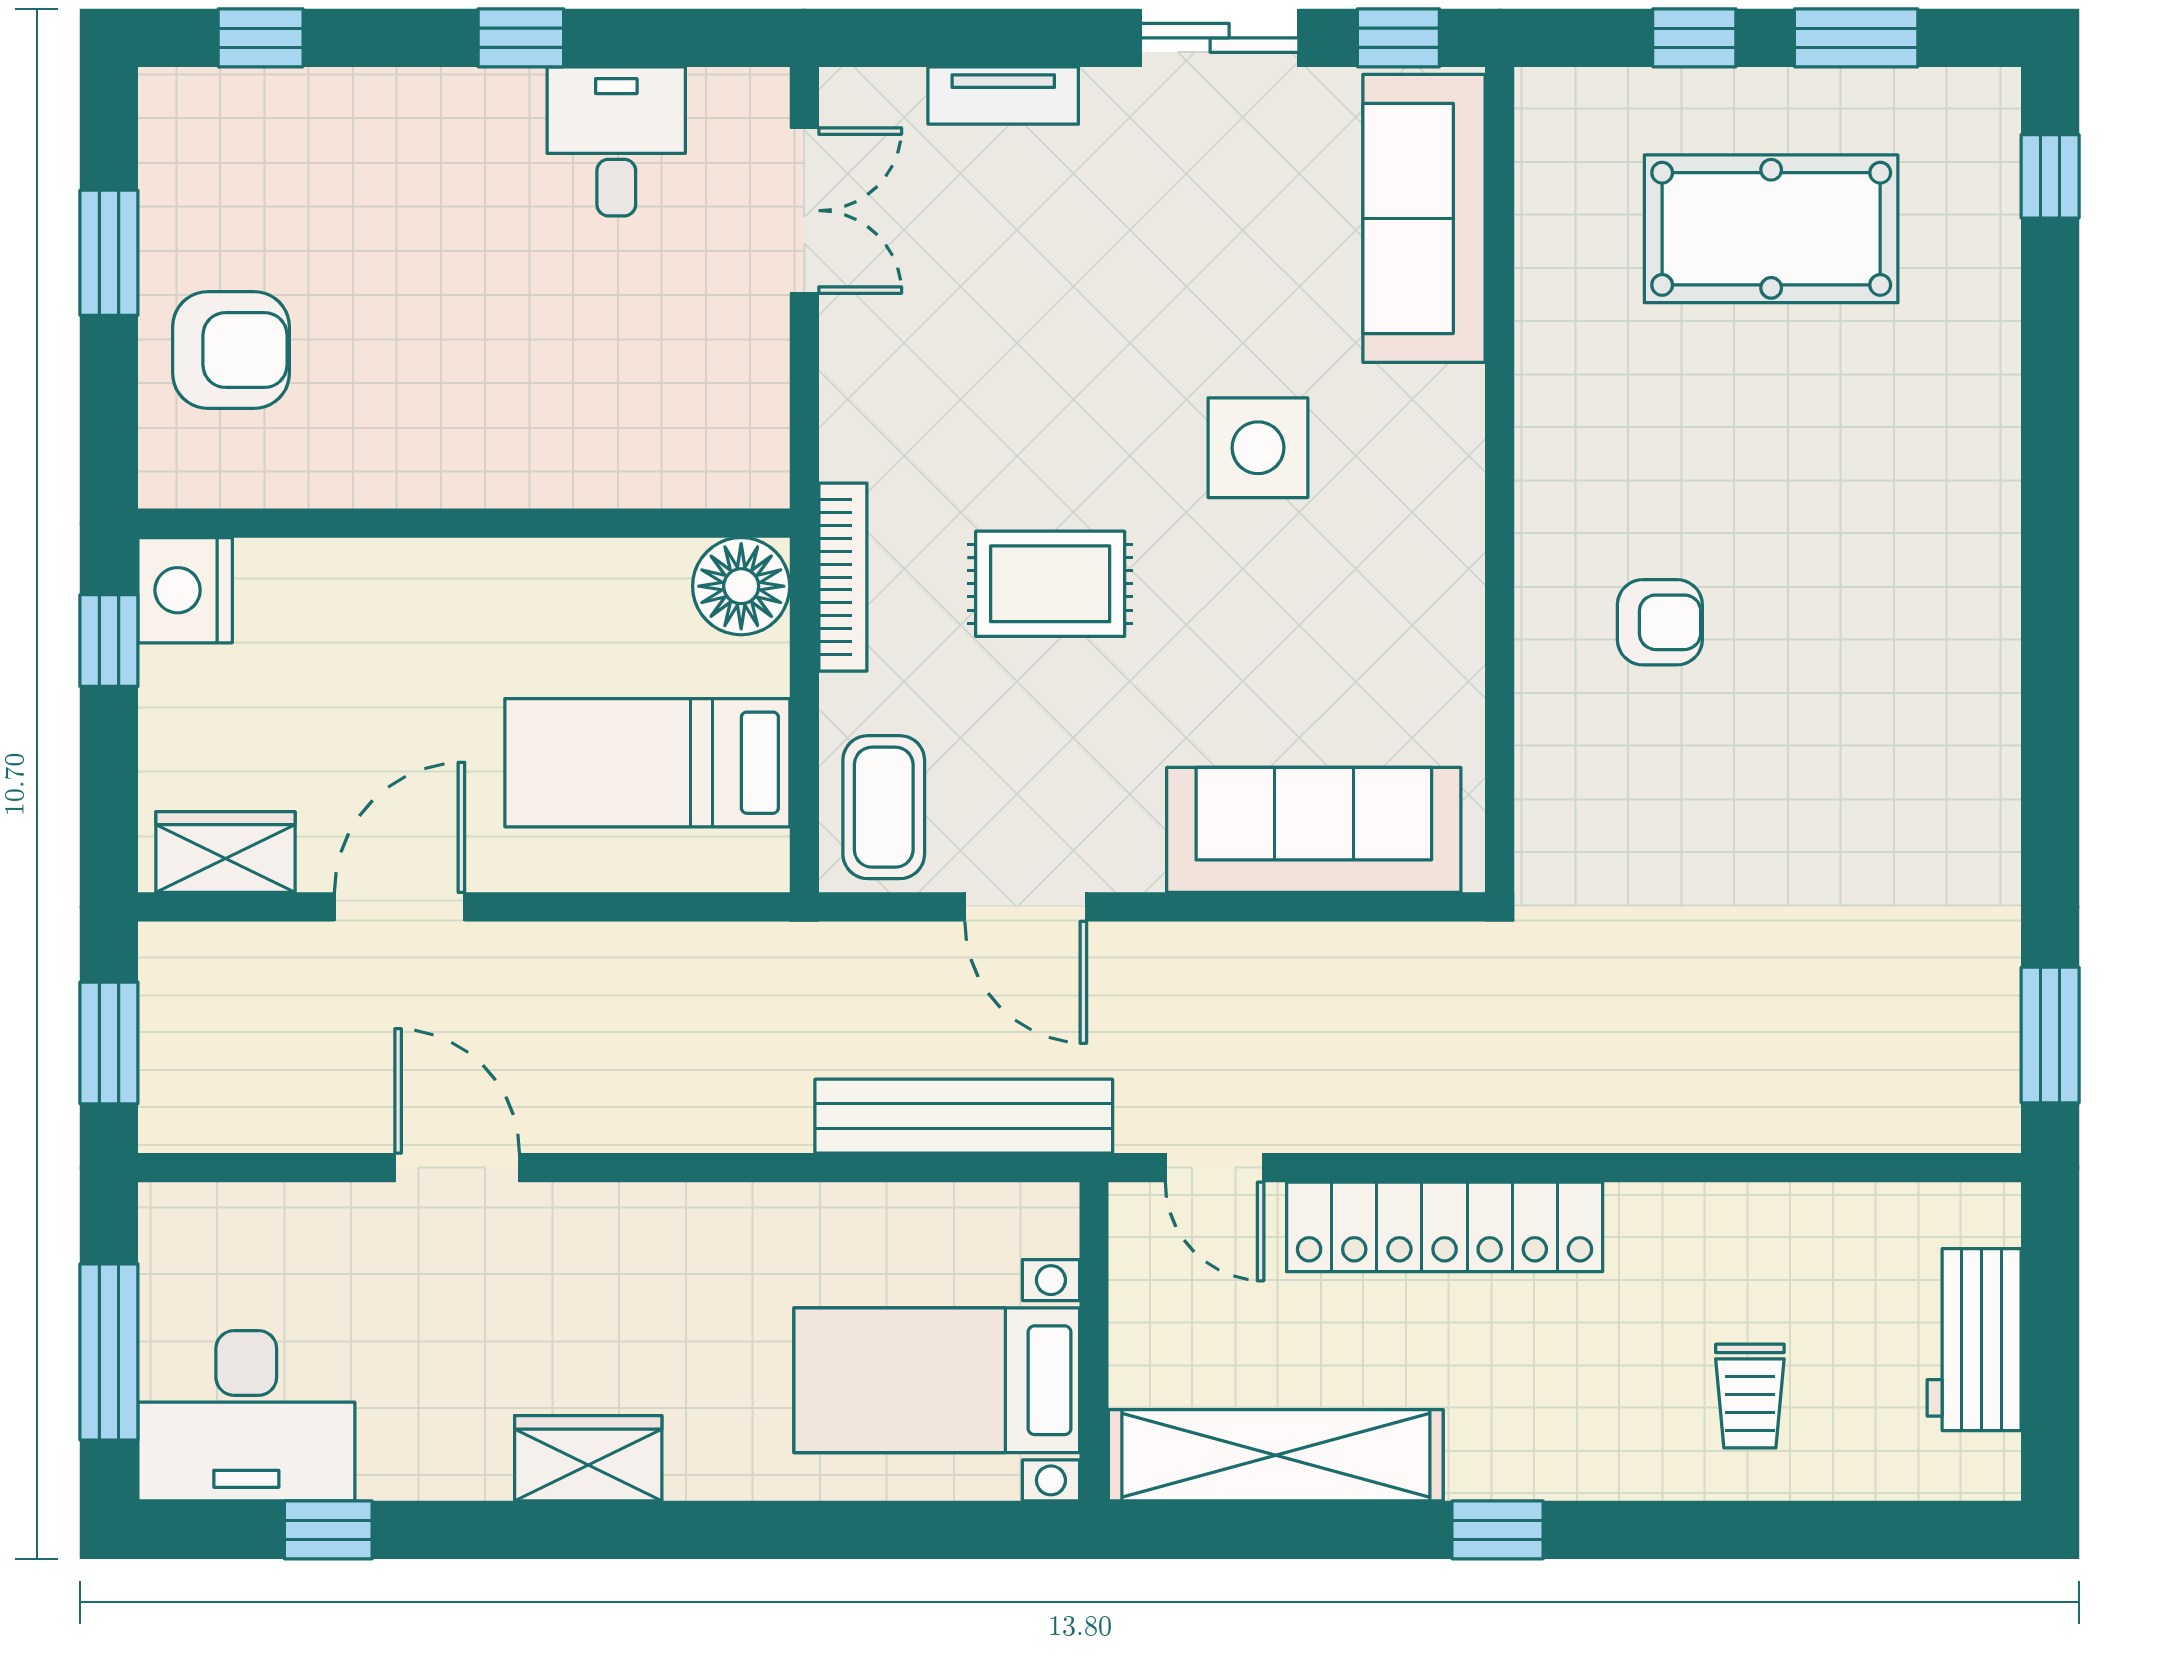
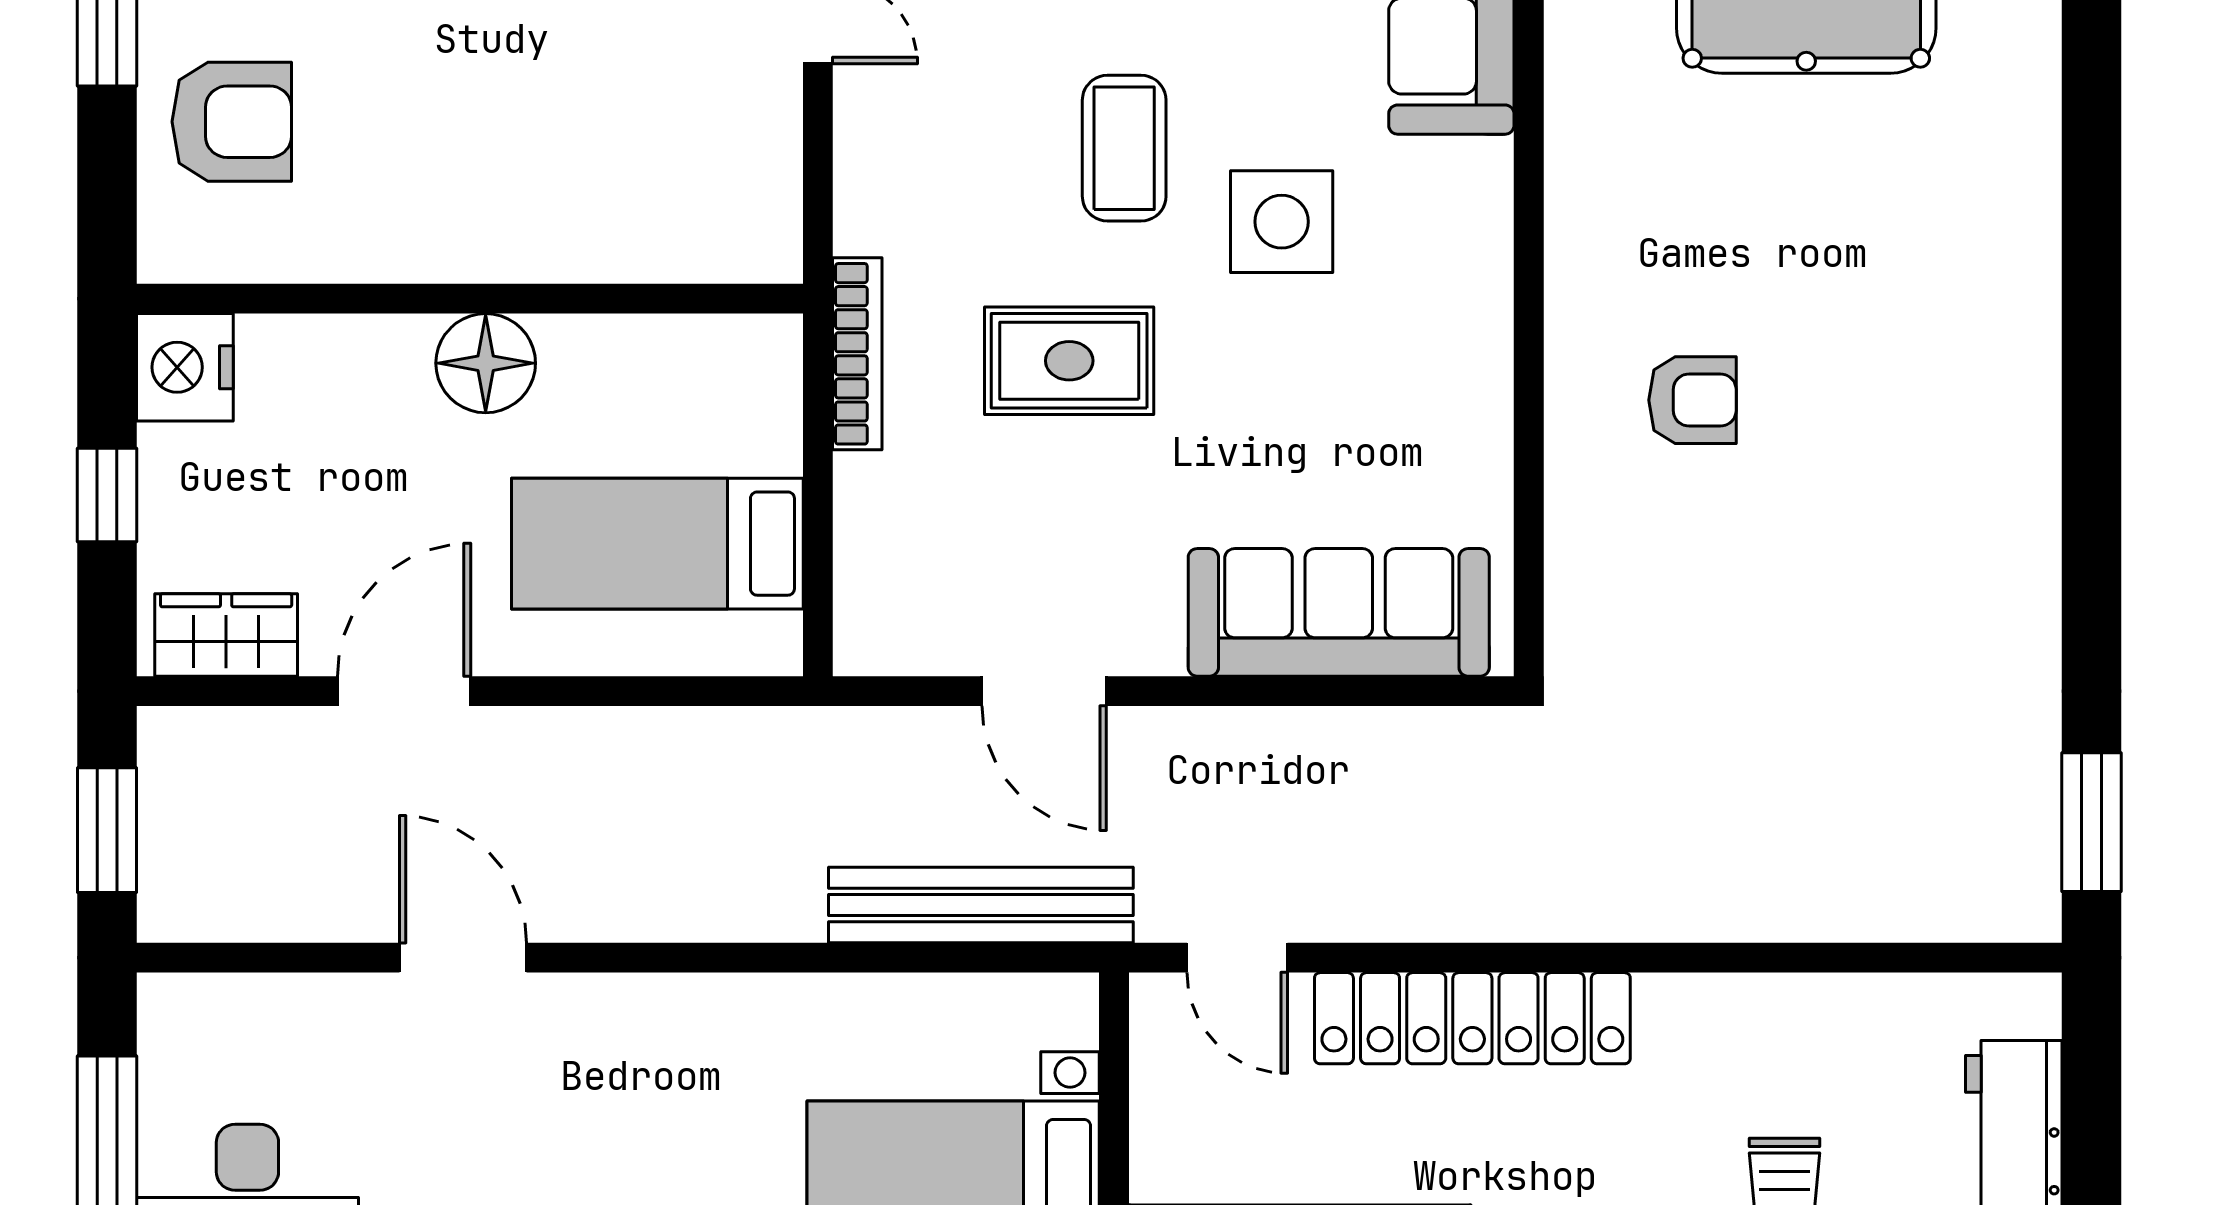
floor lamp: (741, 586) -> (486, 363), moved
window: (109, 641) -> (107, 495), moved
coffee table: (884, 807) -> (1124, 148), moved

